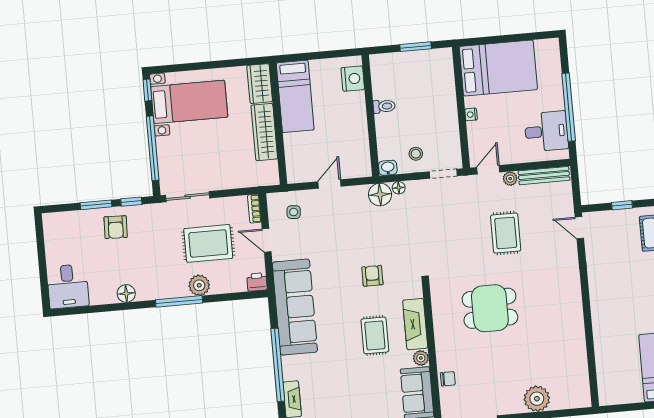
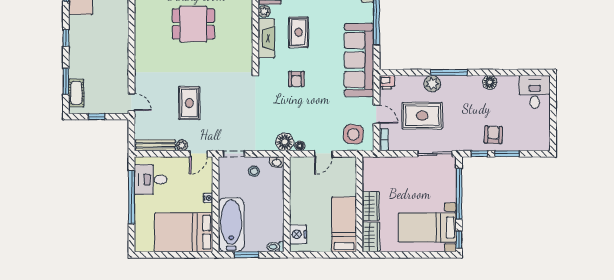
bathtub: (439, 83) -> (231, 225), added
toilet: (384, 106) -> (275, 247), moved
wardrobe: (264, 132) -> (371, 206), width x0.67
floor lamp: (399, 188) -> (300, 146), moved
side table: (294, 212) -> (353, 134), width x1.87, depth x1.87
dining table: (490, 308) -> (193, 24), moved

